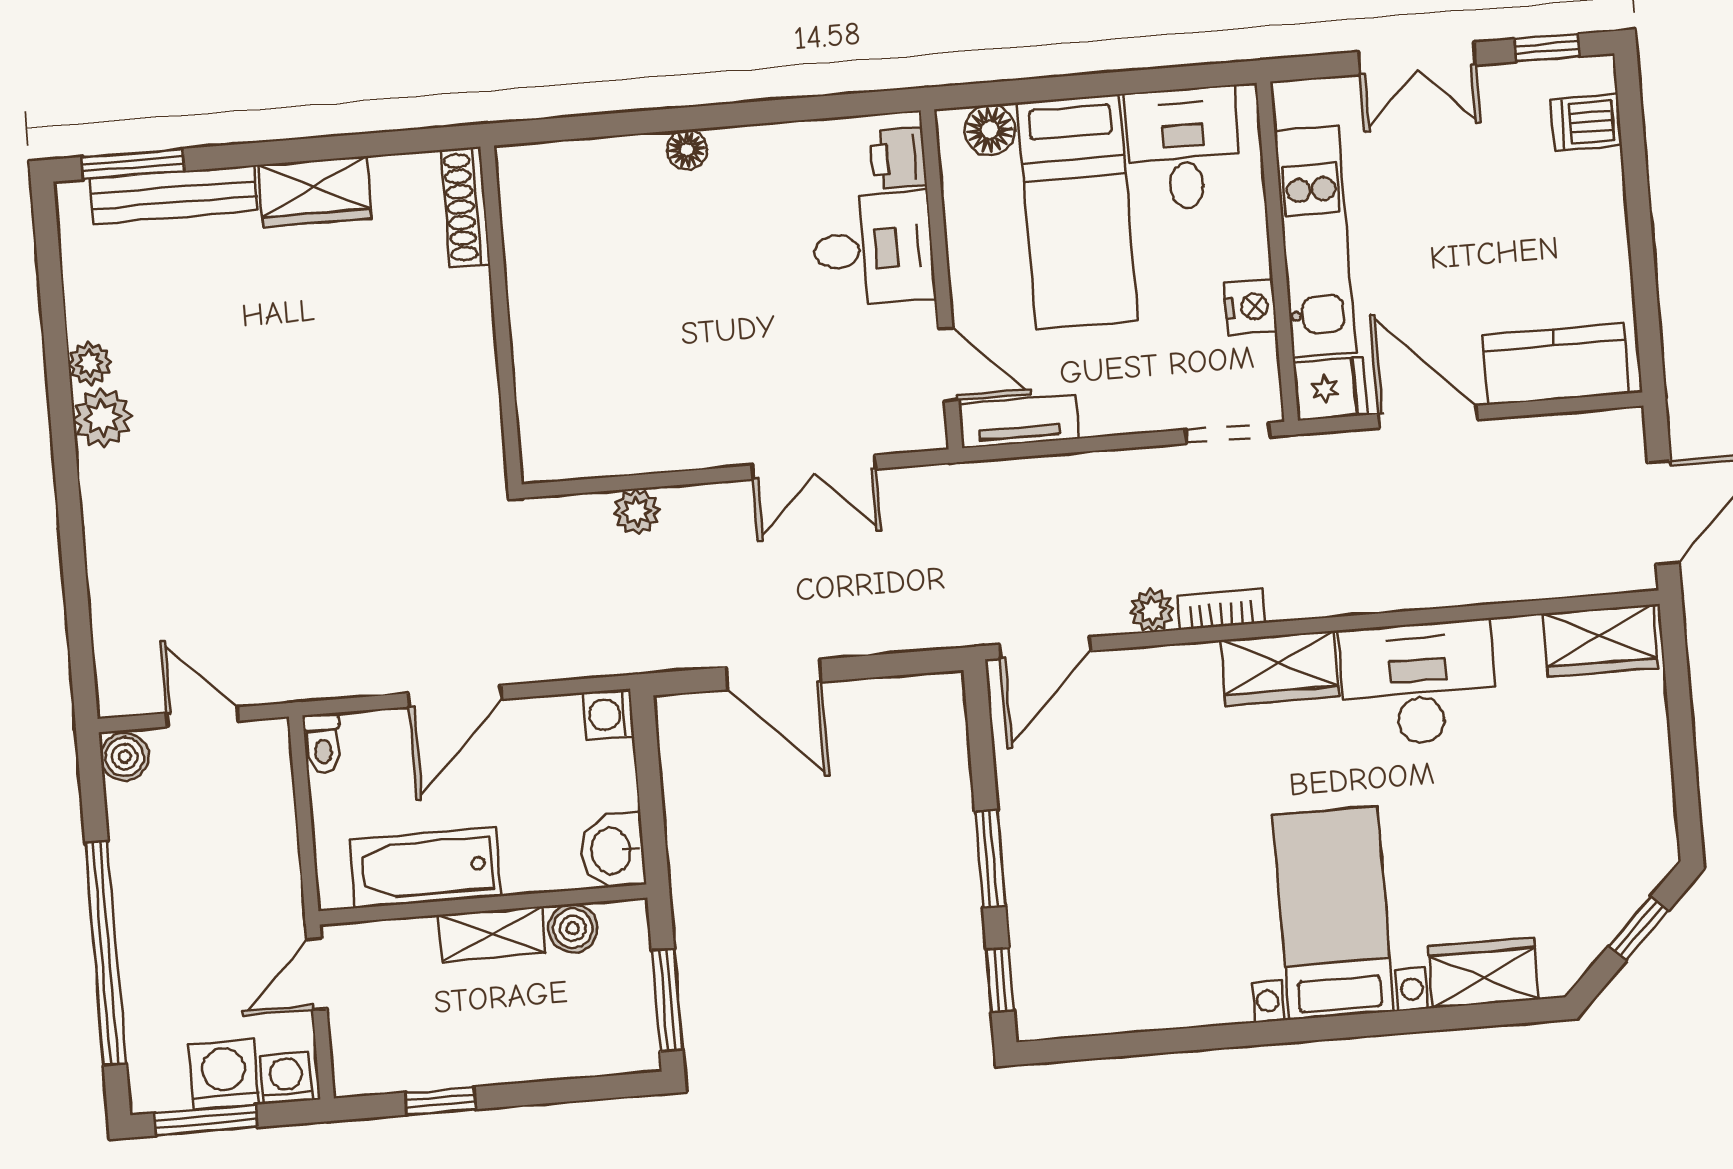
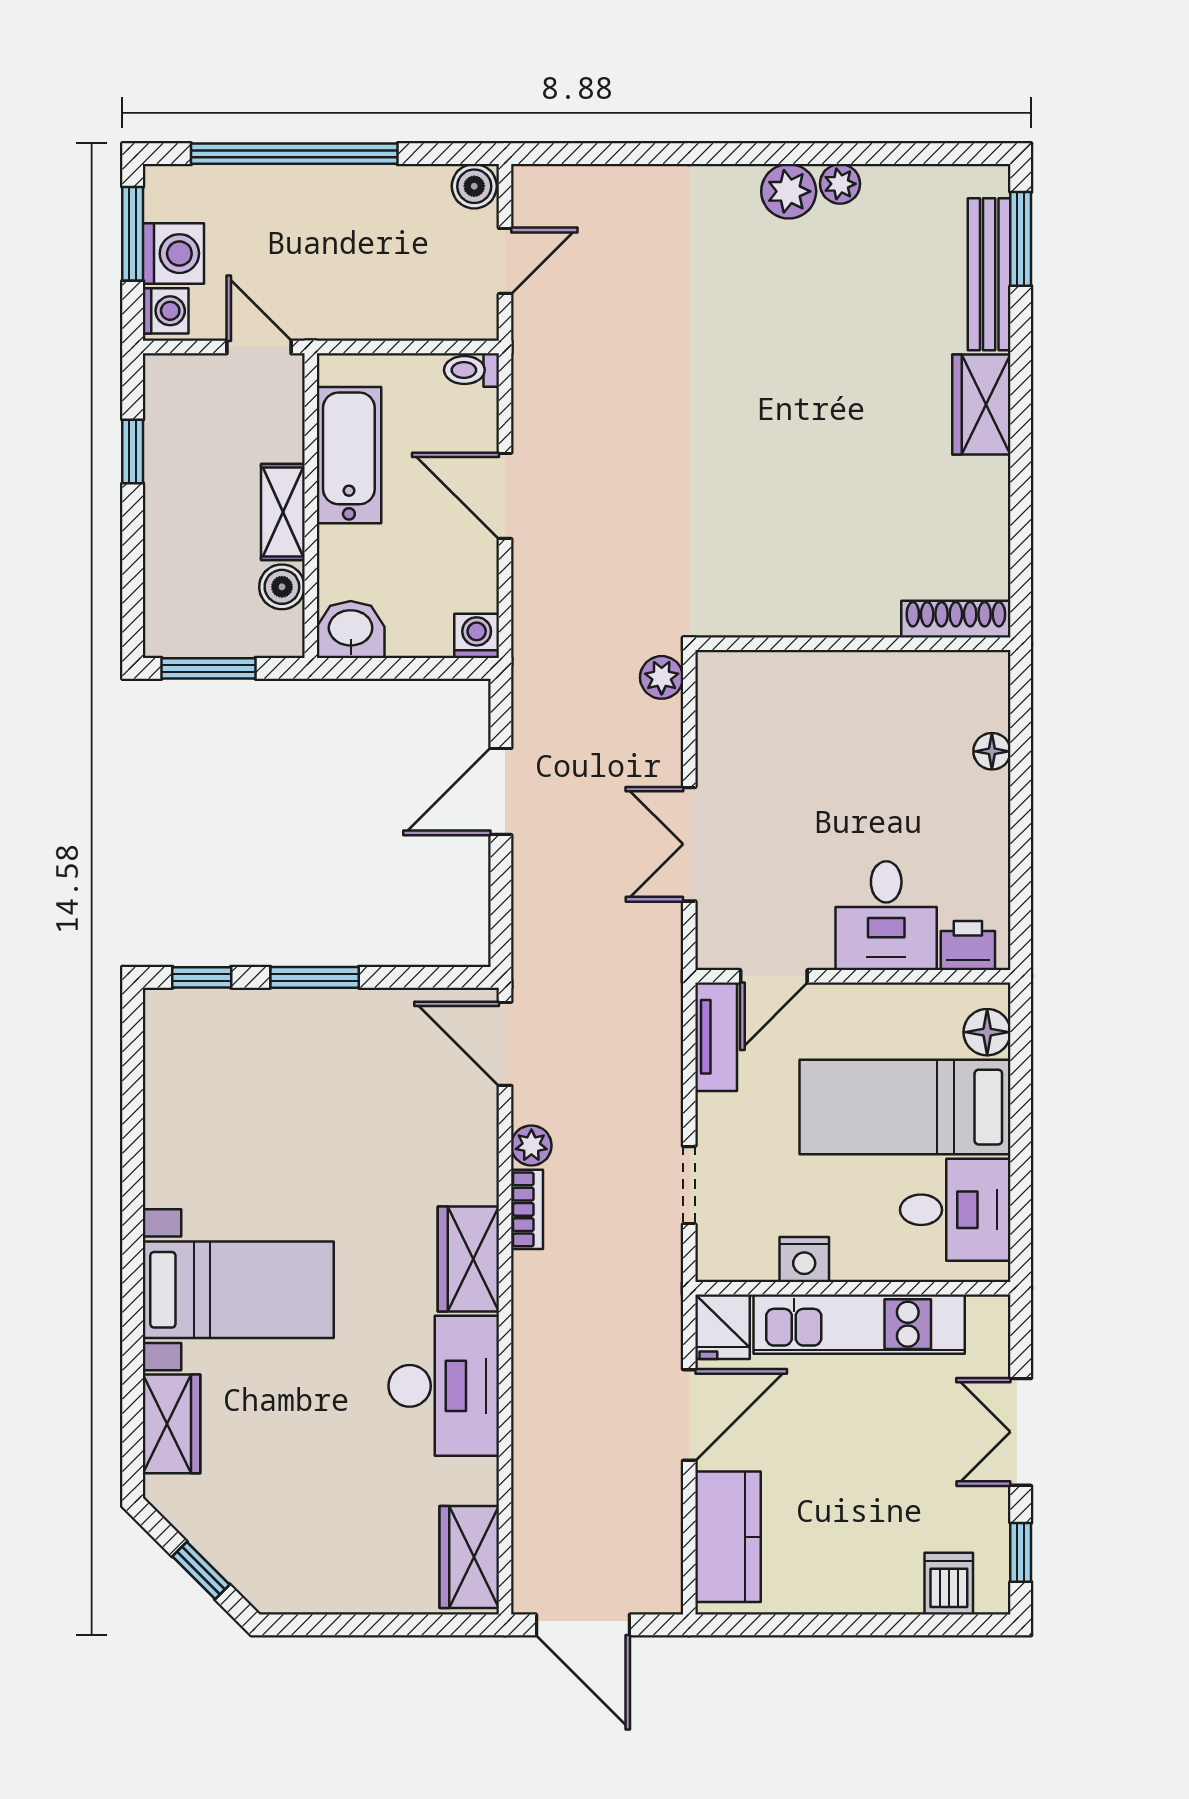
shoe rack: (465, 207) -> (956, 619), moved
wall: (501, 316) -> (853, 644), moved
doorway: (1228, 433) -> (689, 1185), moved

